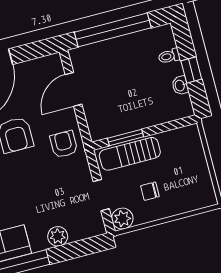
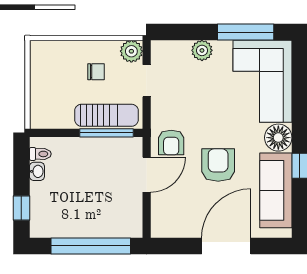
toilet: (169, 56) -> (40, 154), moved
window: (191, 70) -> (21, 208), moved
door: (74, 89) -> (147, 175), moved
window: (126, 138) -> (106, 133), width x1.44

